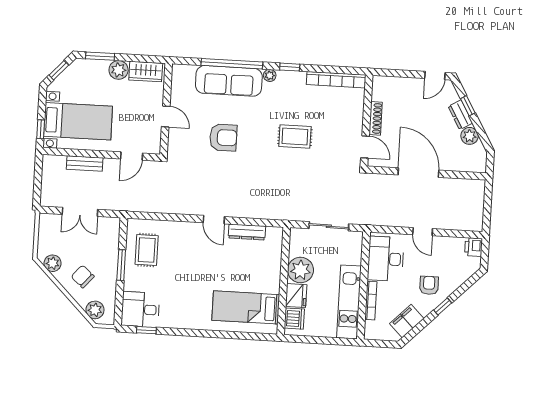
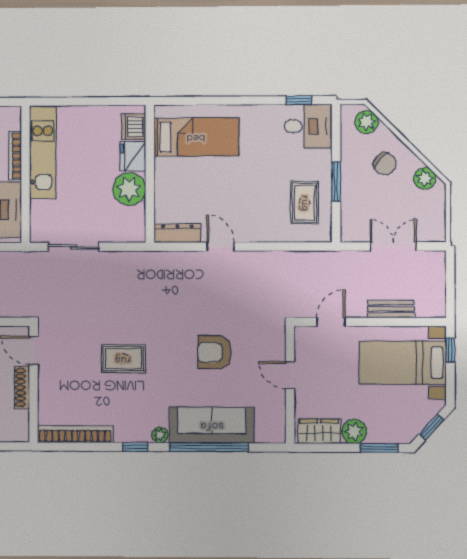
plant: (300, 270) -> (129, 189), moved
wall: (284, 281) -> (150, 174), moved
fridge: (296, 296) -> (133, 156), moved
bed: (246, 307) -> (196, 137), moved
dishwasher: (294, 319) -> (134, 127), moved

